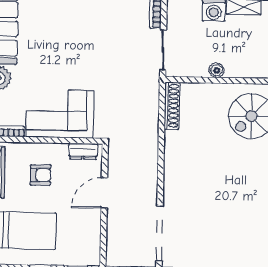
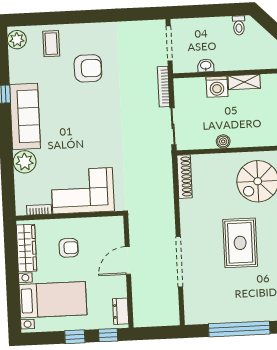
dresser: (83, 151) -> (121, 311), moved, turned 90
rug: (228, 182) -> (240, 243), added
doorway: (160, 233) -> (179, 262), moved

